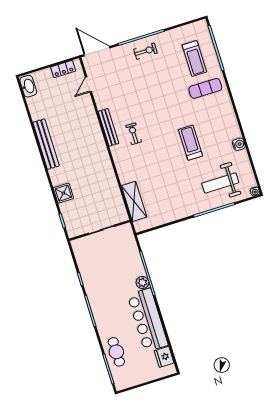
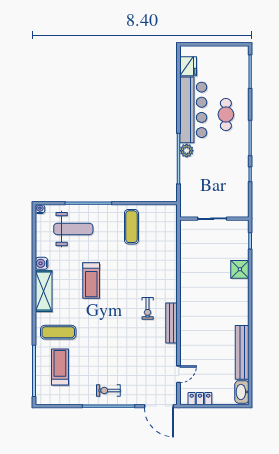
bench: (46, 144) -> (242, 352), moved
shelving: (134, 201) -> (44, 291), moved
exercise mat: (170, 201) -> (131, 227), added
cafe table: (116, 352) -> (226, 114), moved

